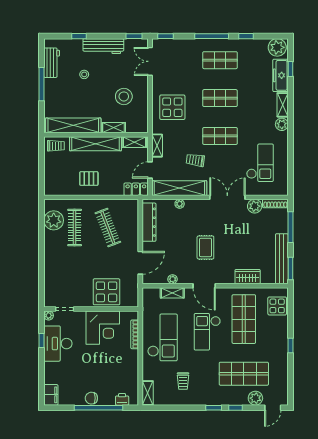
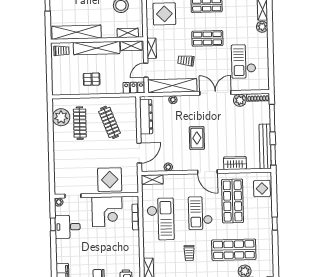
shelving: (114, 128) -> (128, 33), moved
checkout: (260, 163) -> (244, 61), turned 180
door: (204, 286) -> (207, 172), moved
shelving: (172, 293) -> (152, 180), moved
desk: (58, 344) -> (68, 227), width x0.73
trolley: (183, 381) -> (189, 253), moved

